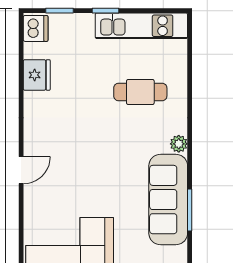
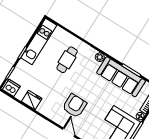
armchair: (71, 152) -> (74, 106), added

